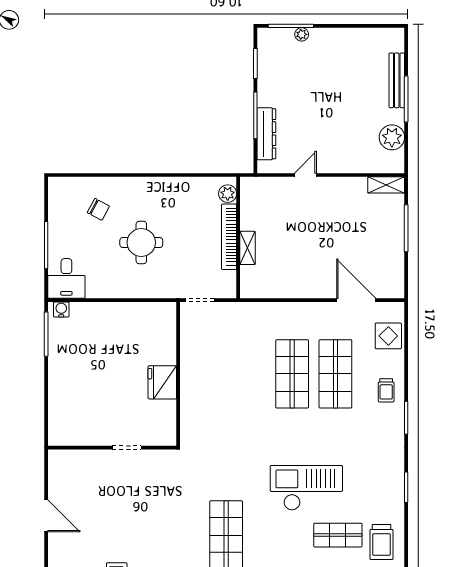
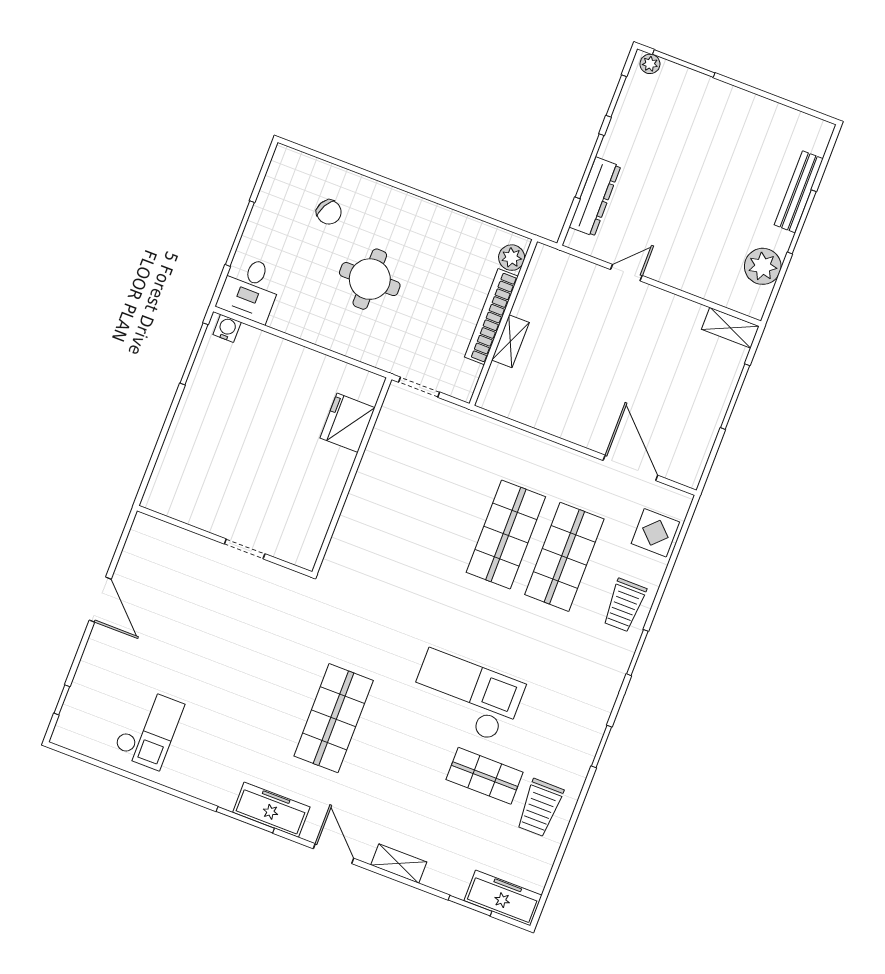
plant: (302, 34) -> (650, 64), moved
fridge: (162, 382) -> (348, 423), moved
trolley: (386, 390) -> (624, 605), width x1.36, depth x1.39

